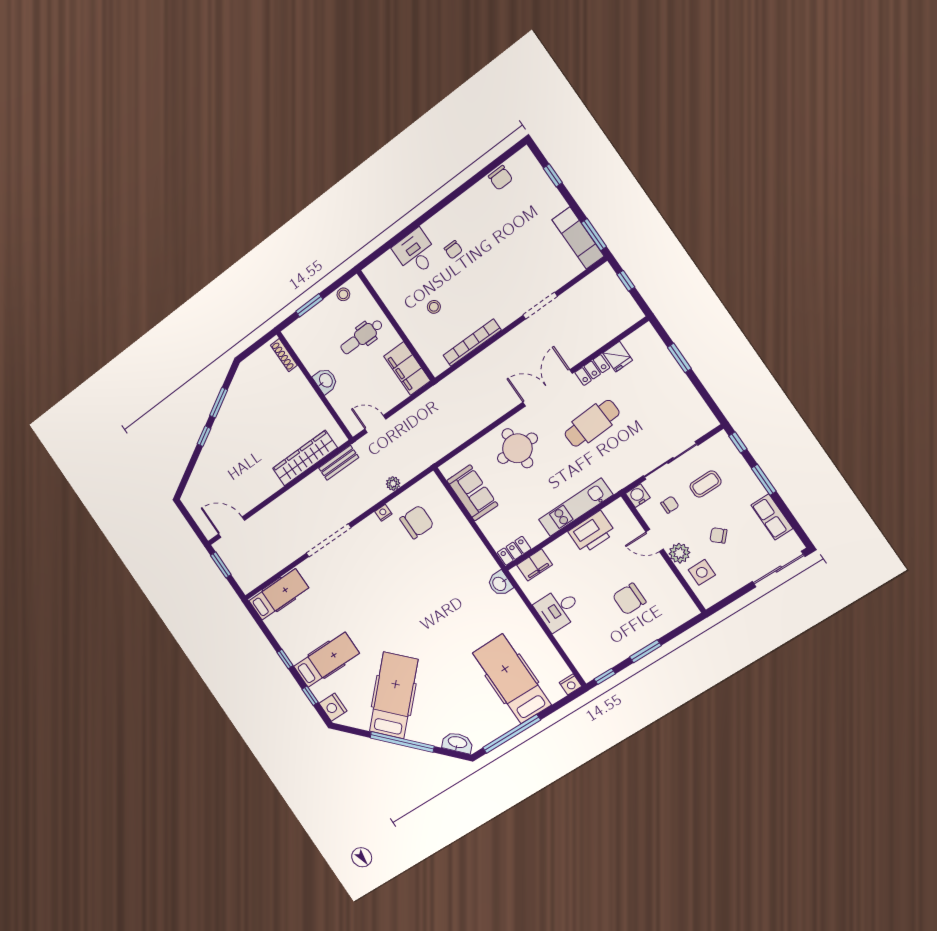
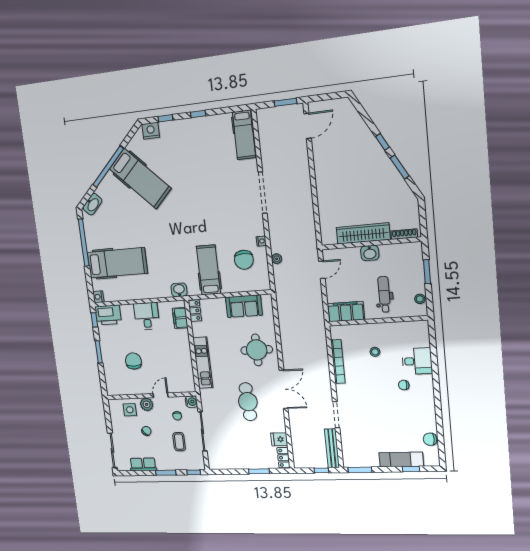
exam couch: (578, 238) -> (401, 459), moved
locker: (592, 370) -> (284, 458), moved
wardrobe: (305, 458) -> (363, 233), moved, turned -90
bench: (339, 463) -> (332, 448), moved, width x1.36
printer: (592, 532) -> (108, 315), moved, turned -90
hospital bed: (326, 660) -> (209, 270), moved, turned 180

